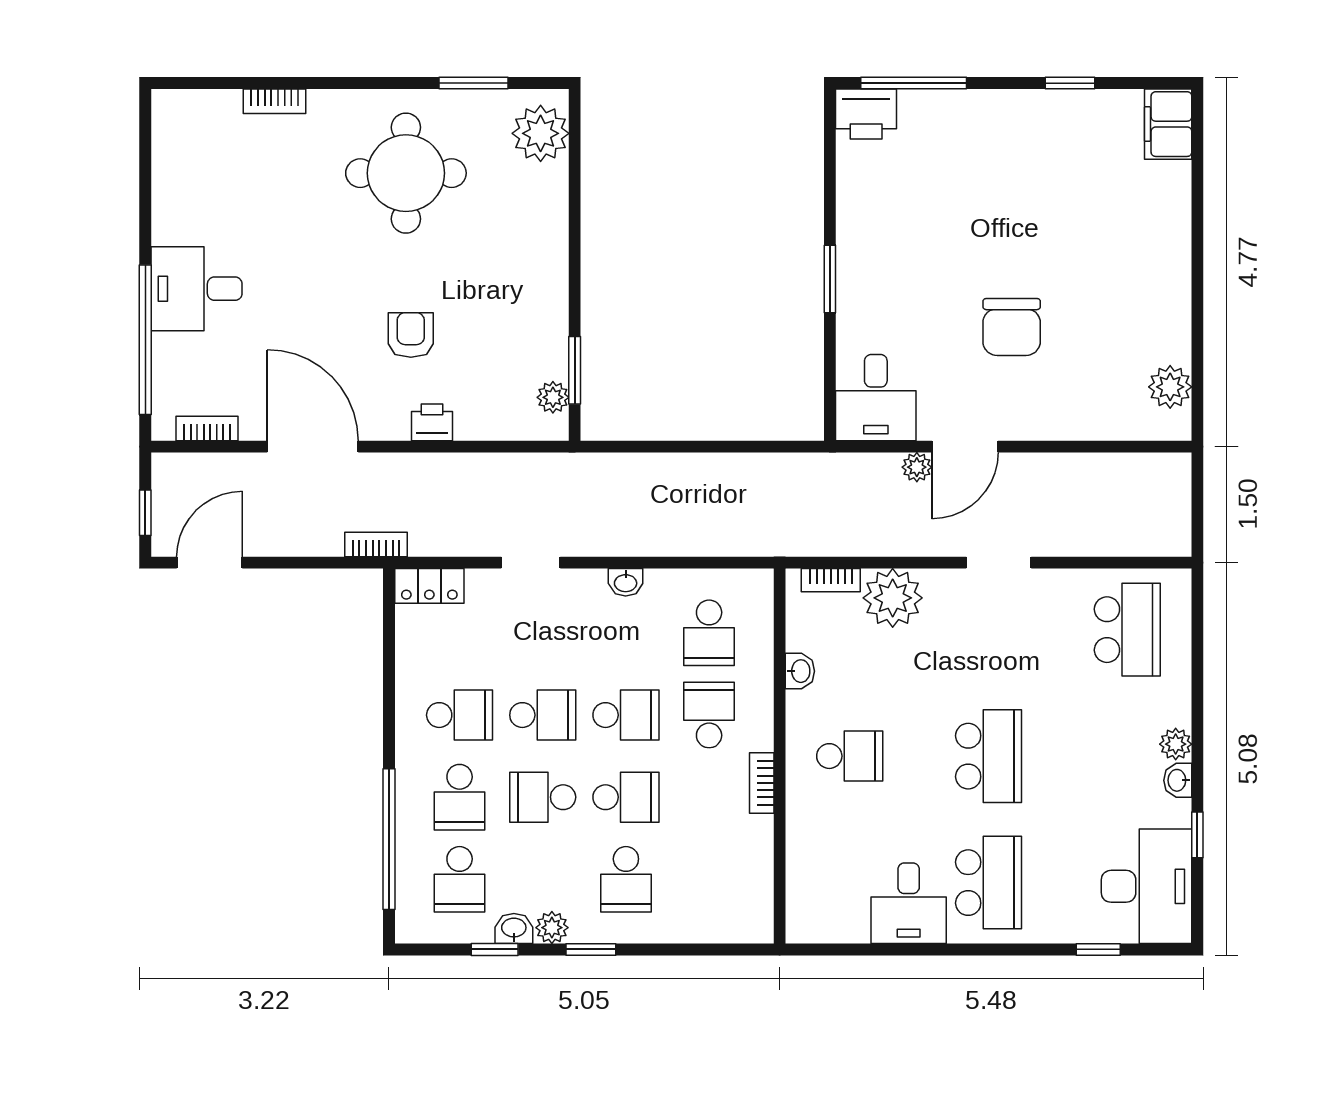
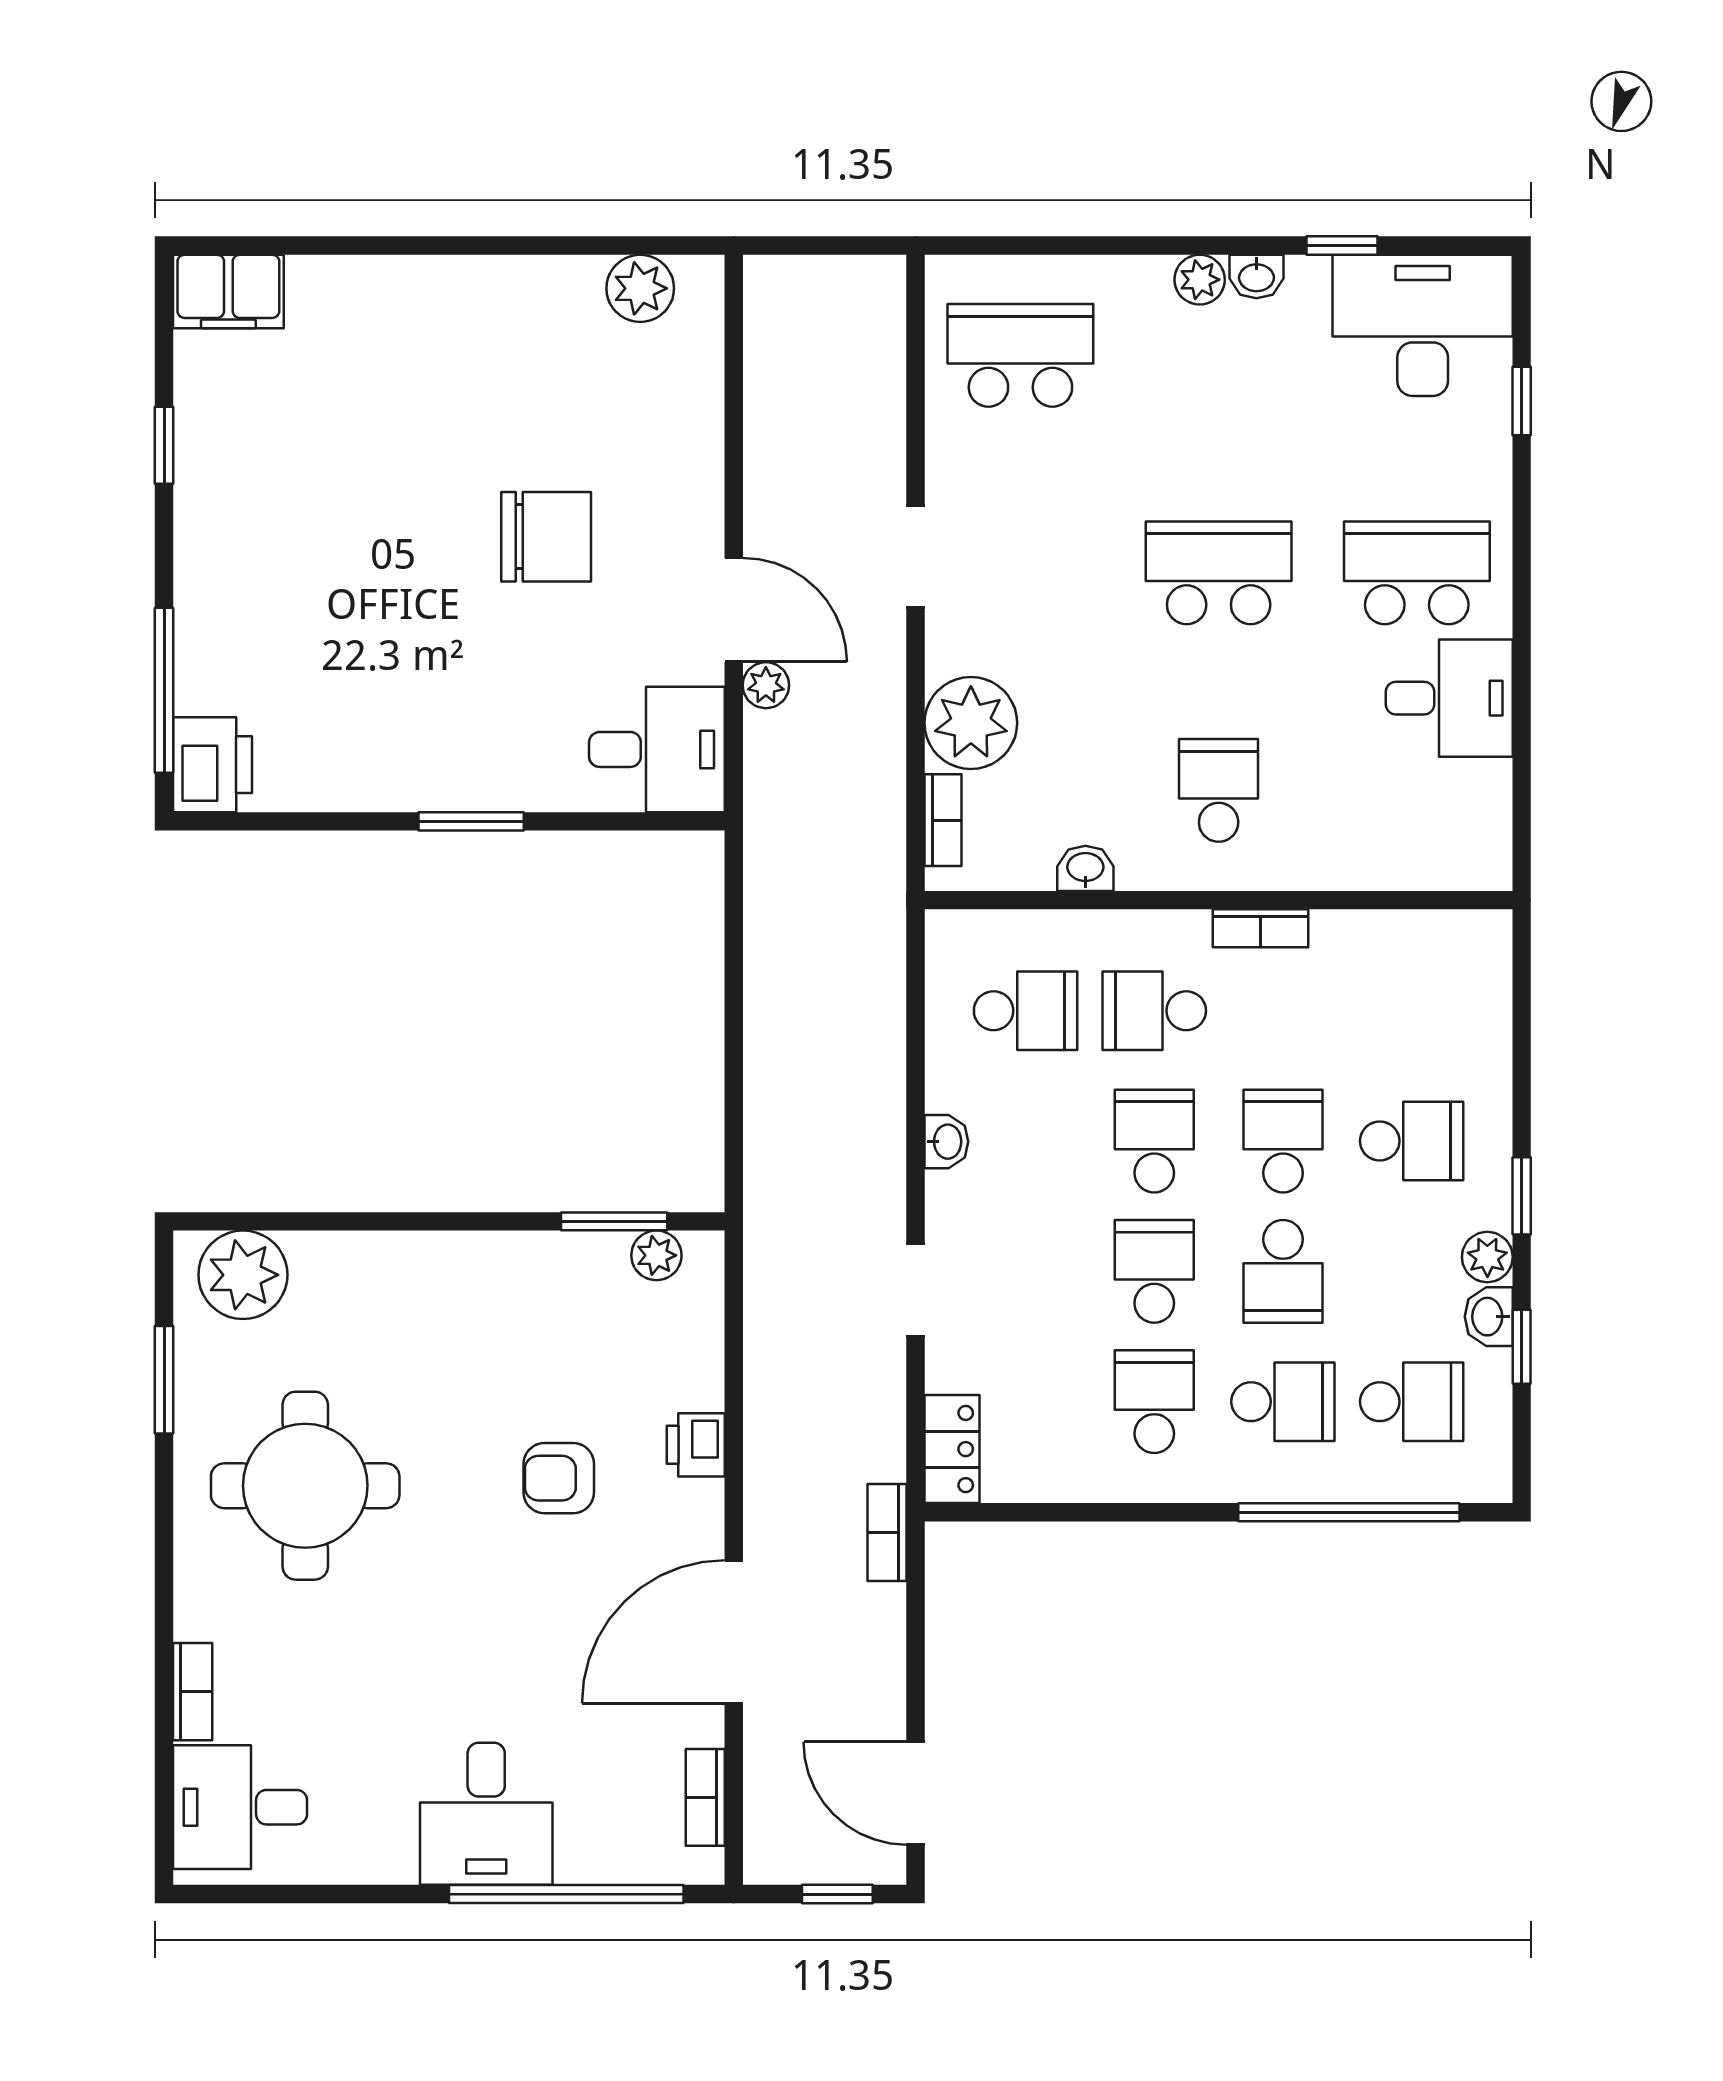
desk: (201, 132) -> (240, 1807), added

